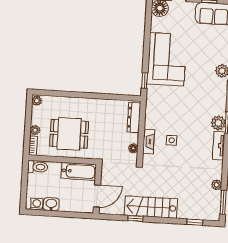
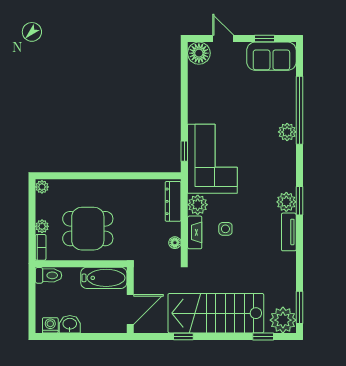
corner sofa: (167, 59) -> (212, 159), moved
plant: (152, 121) -> (198, 205), added
plant: (217, 185) -> (283, 320), moved, width x1.88, depth x1.88
stairs: (151, 207) -> (216, 313), width x1.36, depth x1.51

